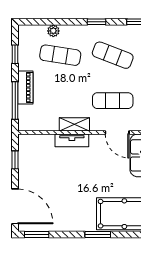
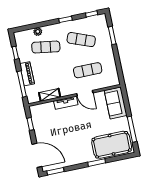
shelving: (74, 124) -> (50, 95), moved
door: (117, 133) -> (85, 93), moved

